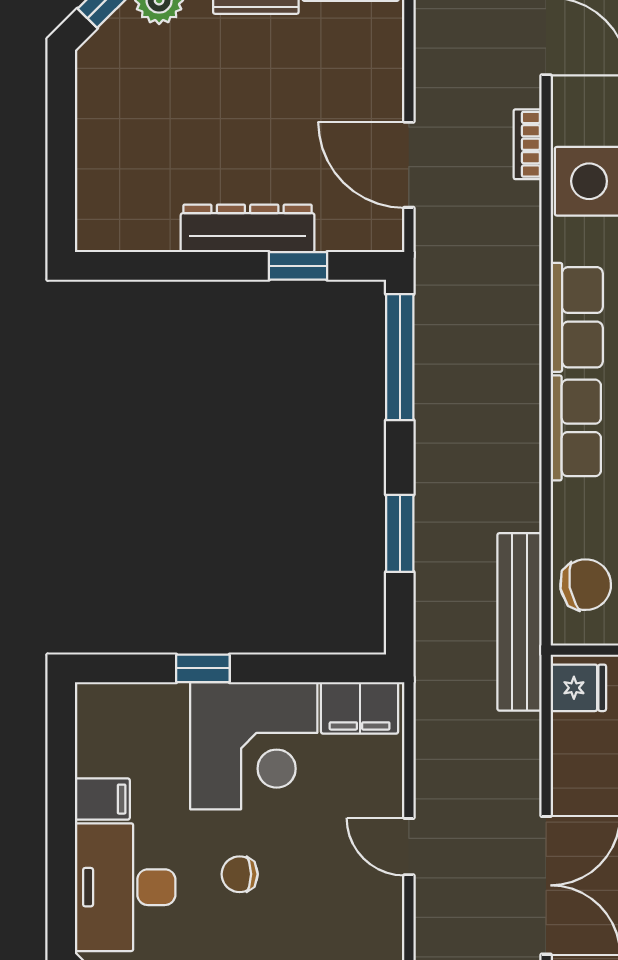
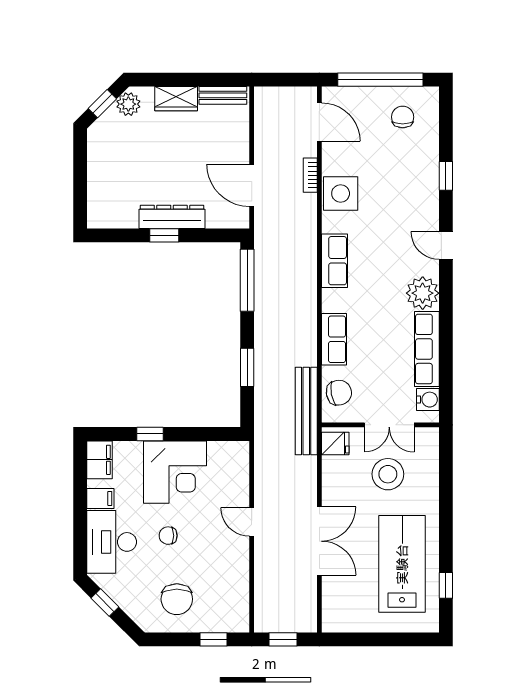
window: (298, 266) -> (164, 235), moved
row of seats: (576, 428) -> (334, 339), moved
filing cabinet: (360, 708) -> (100, 460), moved, turned -90

